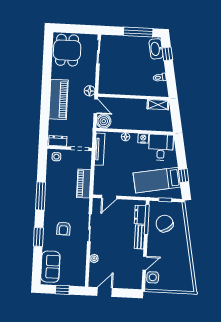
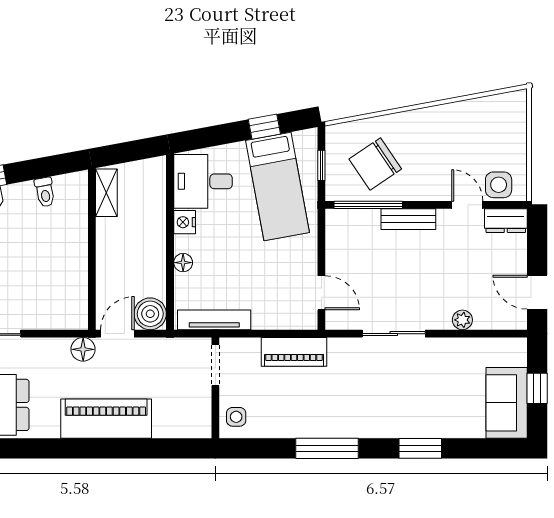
dresser: (58, 141) -> (200, 416), removed
dresser: (140, 215) -> (506, 221), moved
armchair: (63, 229) -> (398, 393), removed
sofa: (50, 267) -> (507, 403), moved, turned -90

